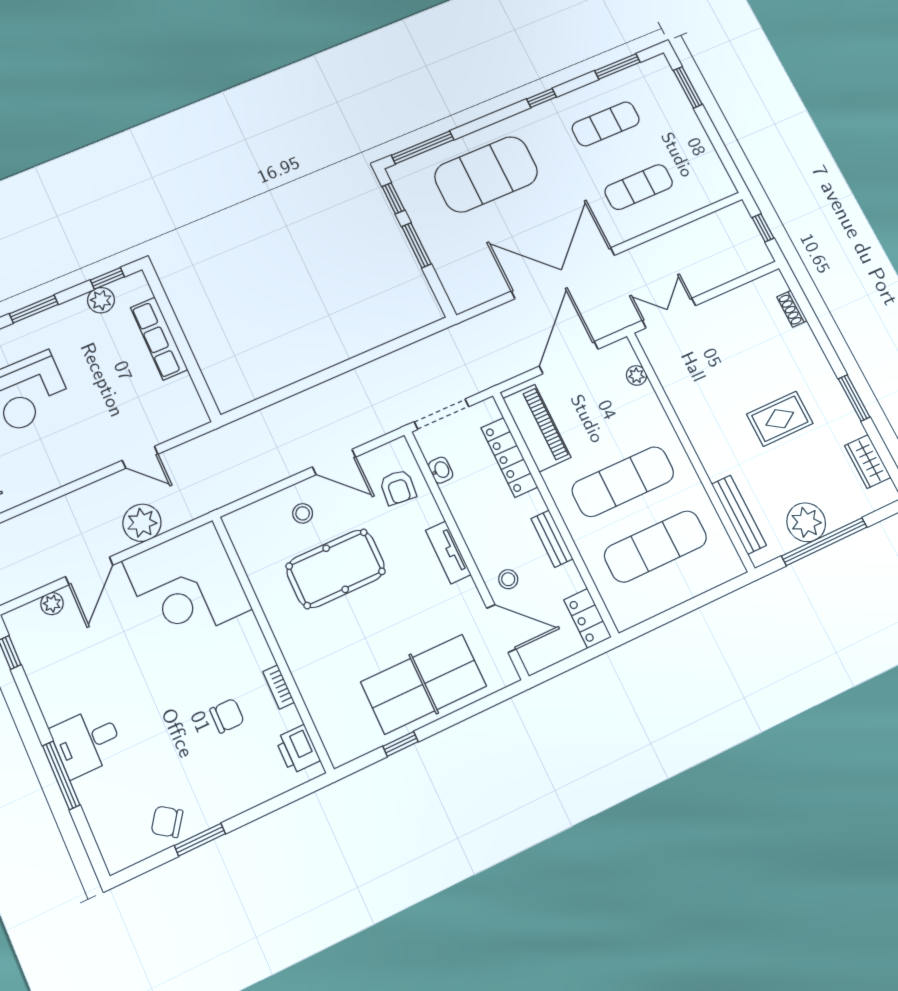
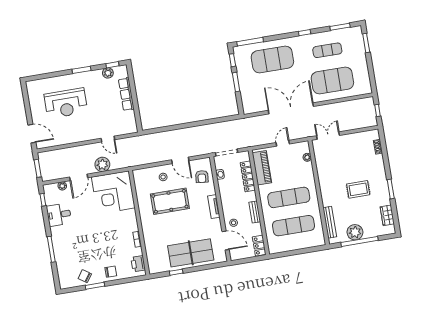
exercise mat: (639, 187) -> (332, 80), width x2.00, depth x1.45
door: (569, 358) -> (283, 143), width x0.53
chair: (227, 716) -> (111, 272), moved
desk: (87, 742) -> (59, 215), moved

